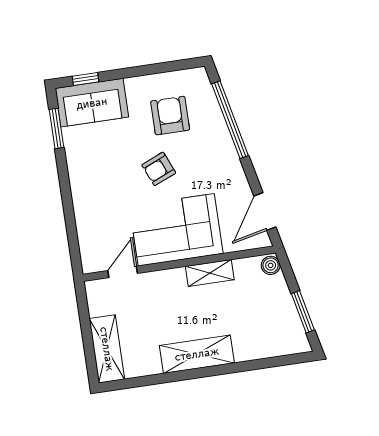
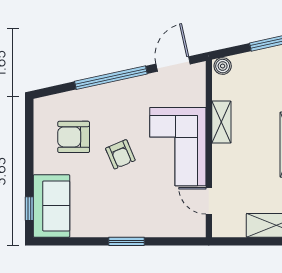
window: (230, 120) -> (111, 78), moved
window: (57, 128) -> (127, 241), moved
door: (265, 212) -> (173, 64), swing flipped

